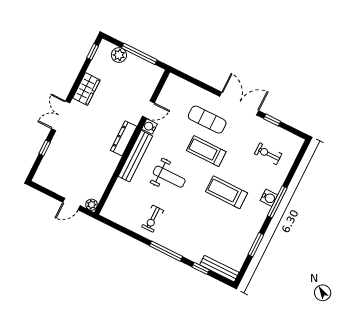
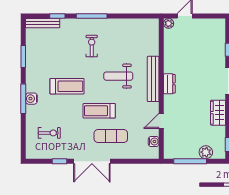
water cooler: (149, 127) -> (154, 141), moved
dresser: (124, 138) -> (169, 84), width x0.70
treadmill: (206, 151) -> (99, 111), turned 180
exercise bike: (153, 219) -> (92, 46), moved

